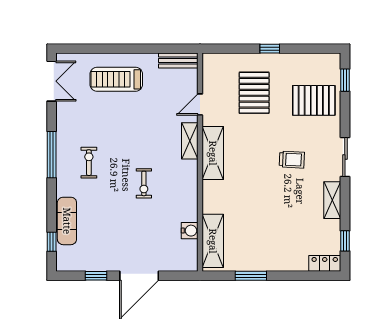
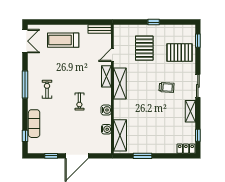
water cooler: (189, 198) -> (106, 110), added

